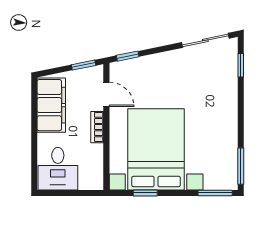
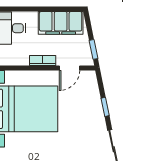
window: (128, 56) -> (105, 107), moved

